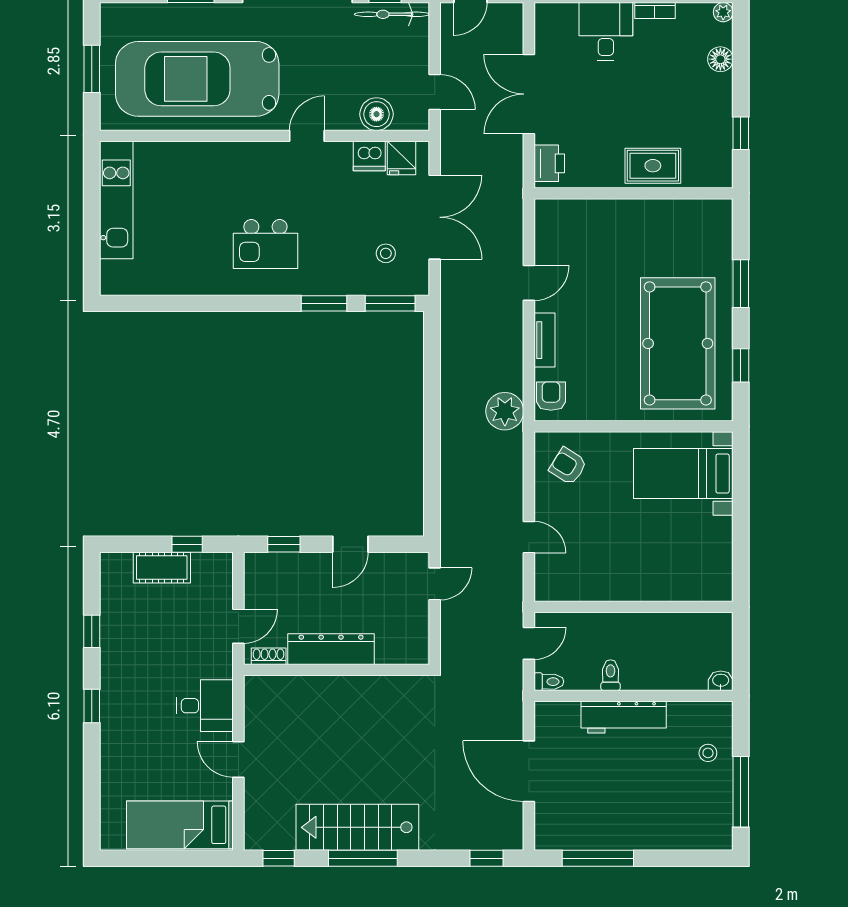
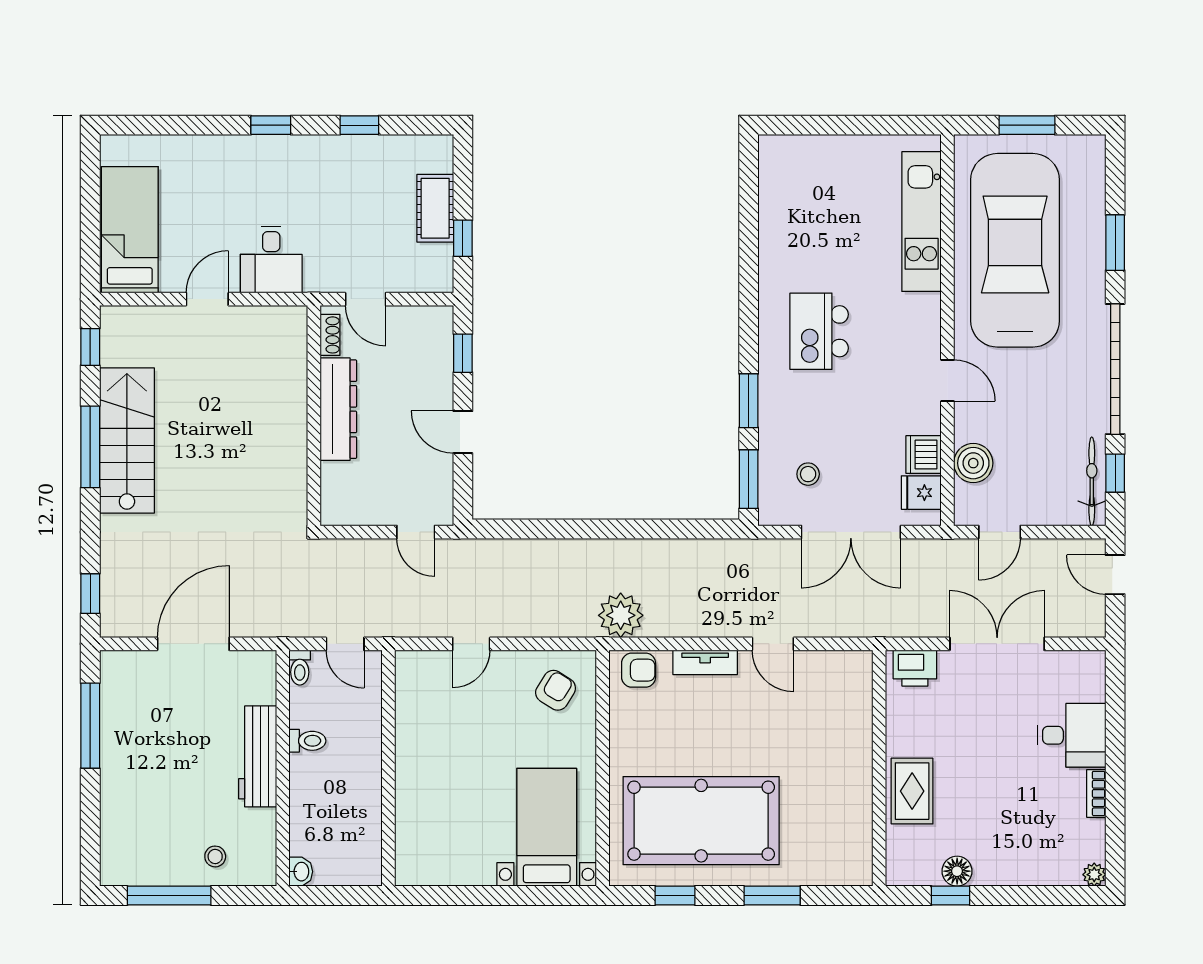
floor lamp: (720, 59) -> (957, 871), moved
kitchen unit: (116, 200) -> (922, 222), moved, turned 90

